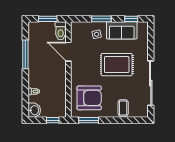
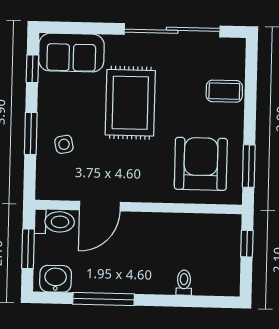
sofa: (122, 30) -> (71, 53), moved, turned 90
washbasin: (34, 110) -> (56, 279), moved

